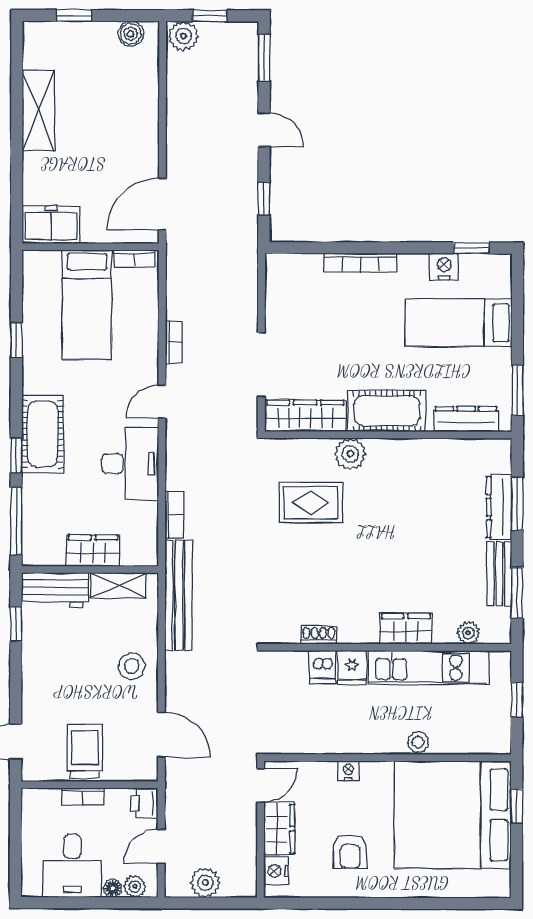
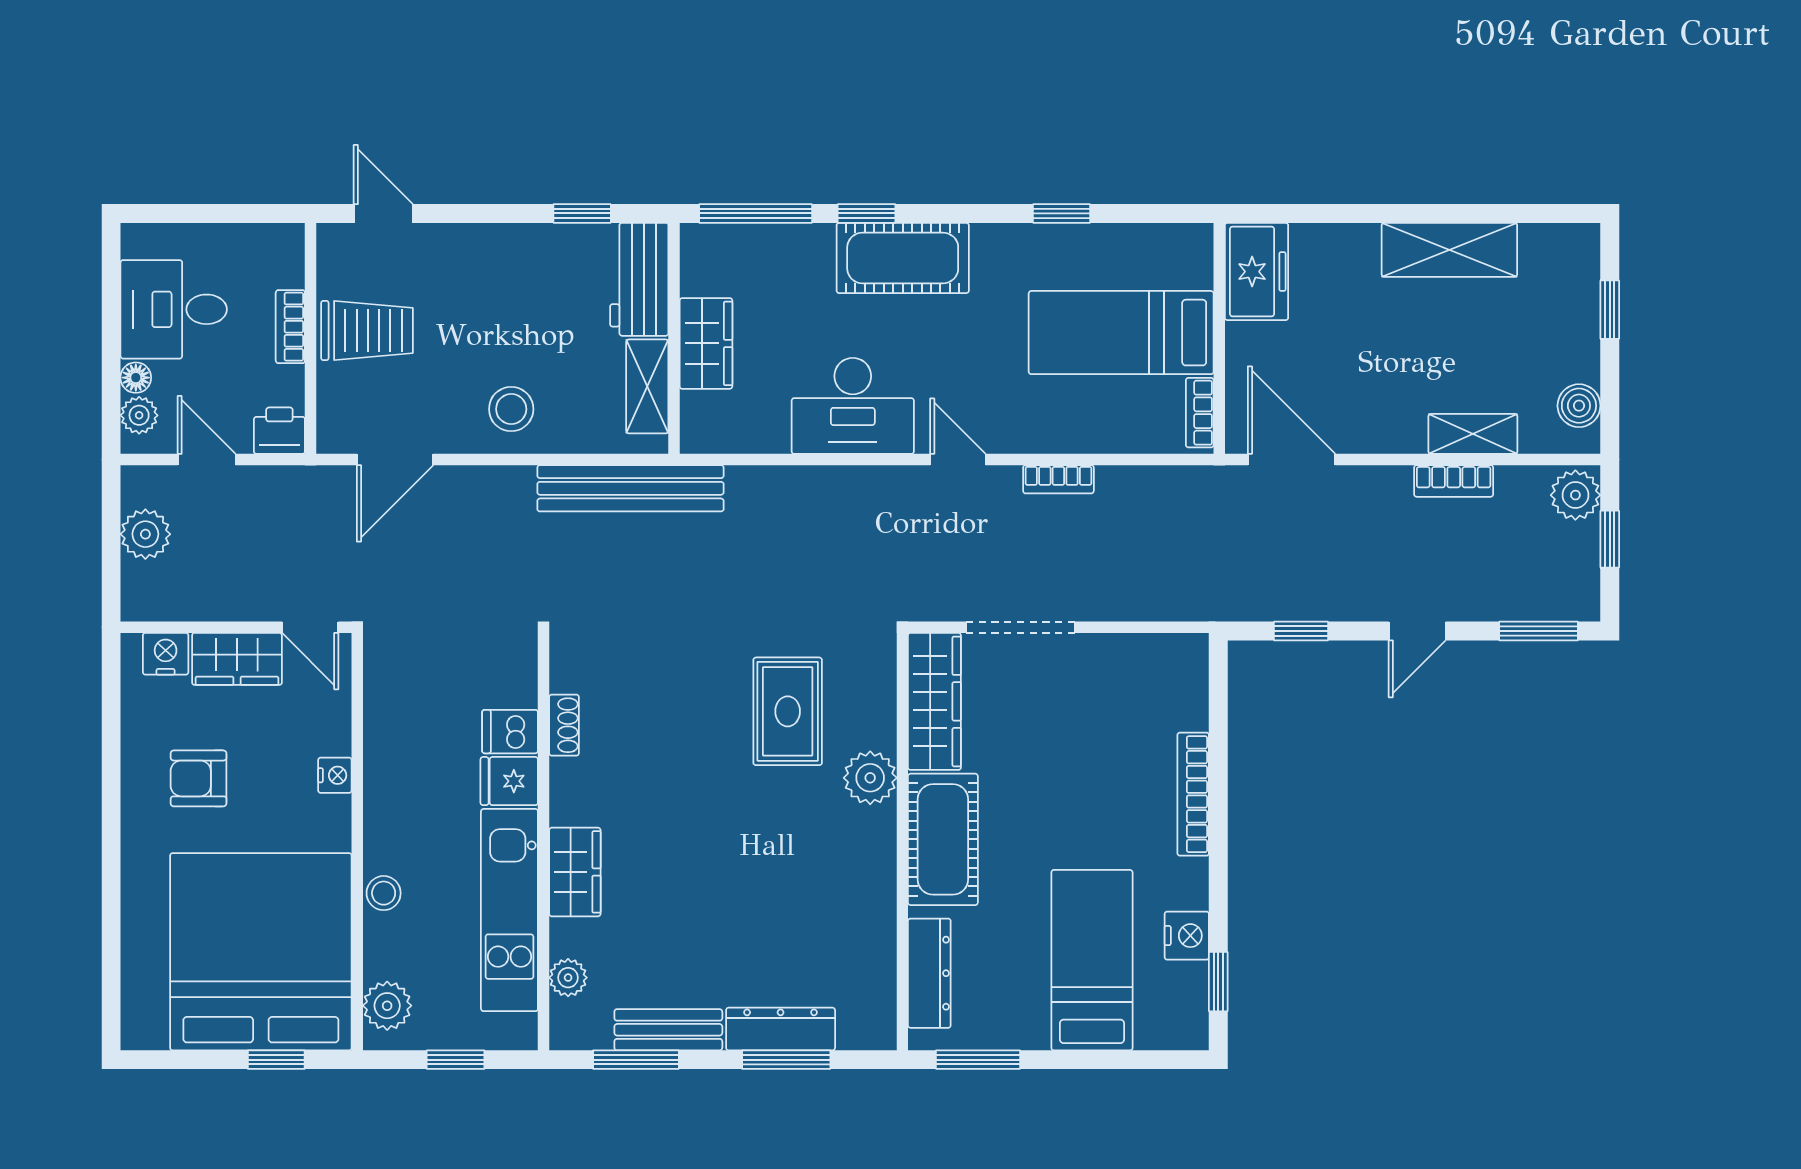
shelving: (147, 97) -> (1473, 434), added
bookcase: (174, 515) -> (1454, 481), moved
plant: (485, 740) -> (387, 1006), added

